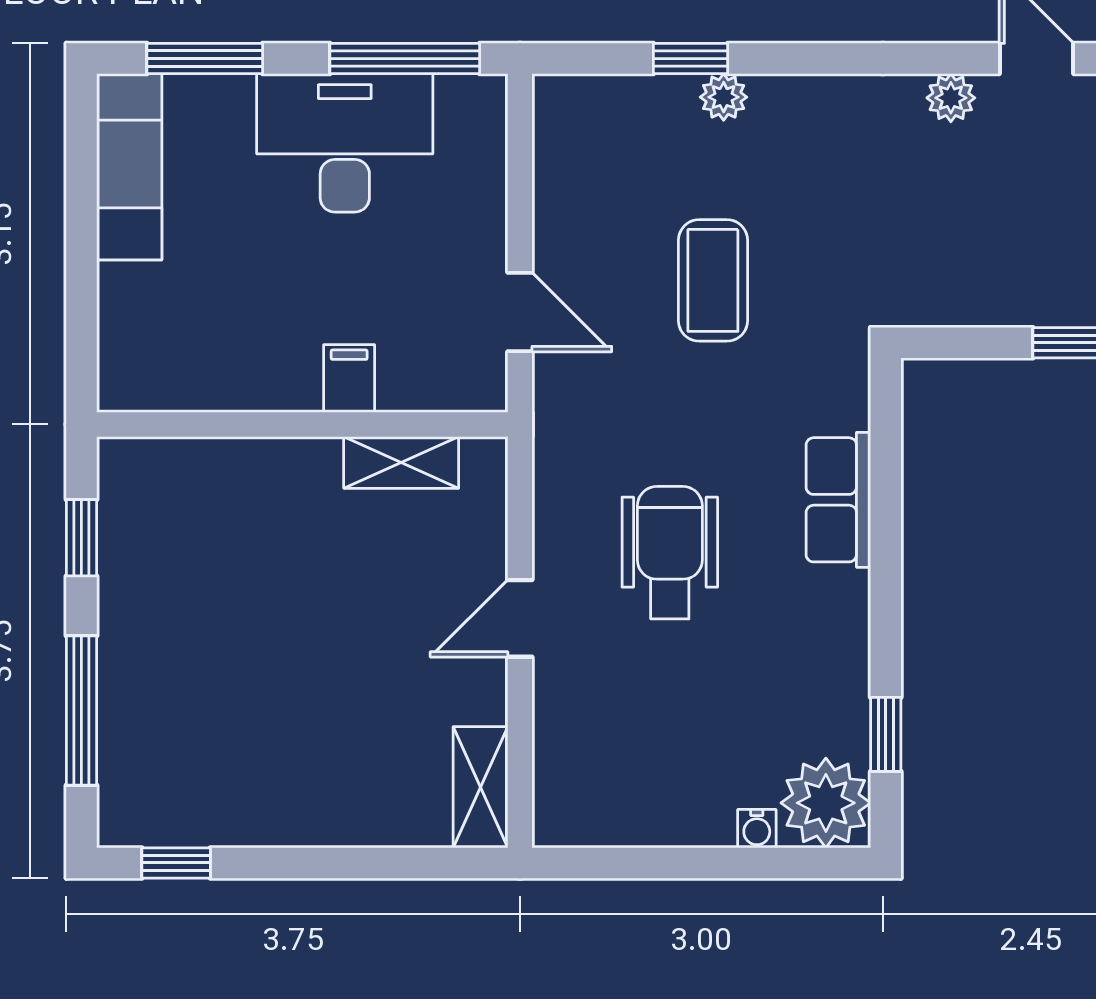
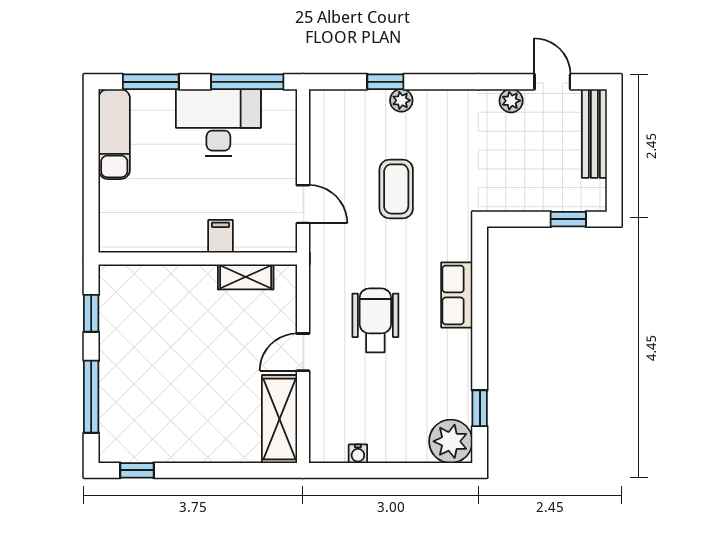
shelving: (481, 787) -> (280, 419), width x1.50, depth x1.33
water cooler: (757, 829) -> (358, 454), moved

